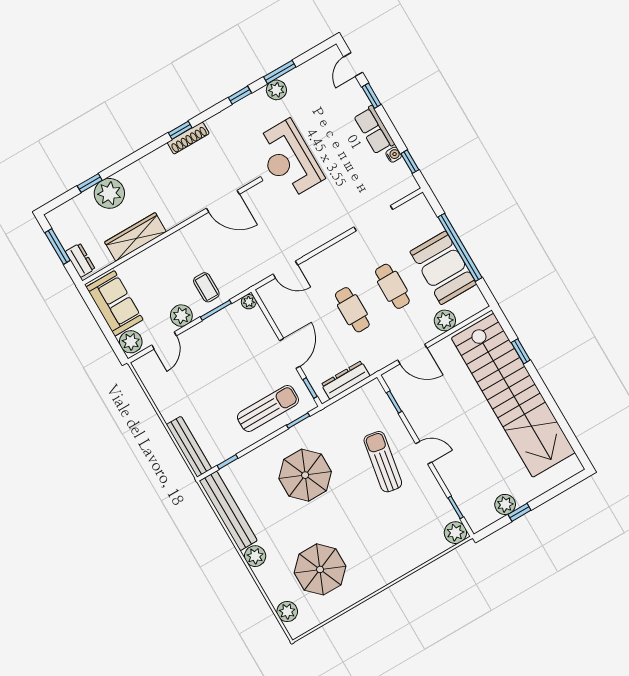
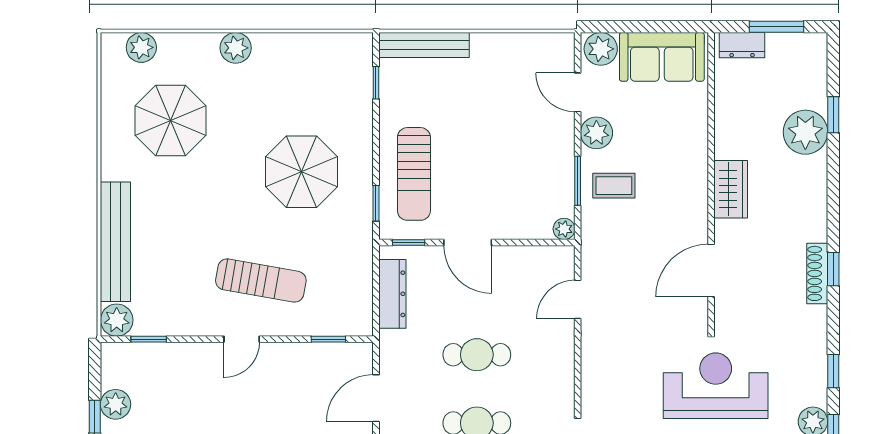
wardrobe: (135, 237) -> (731, 189), moved, width x0.67
bench: (228, 511) -> (115, 242), moved, turned 90

